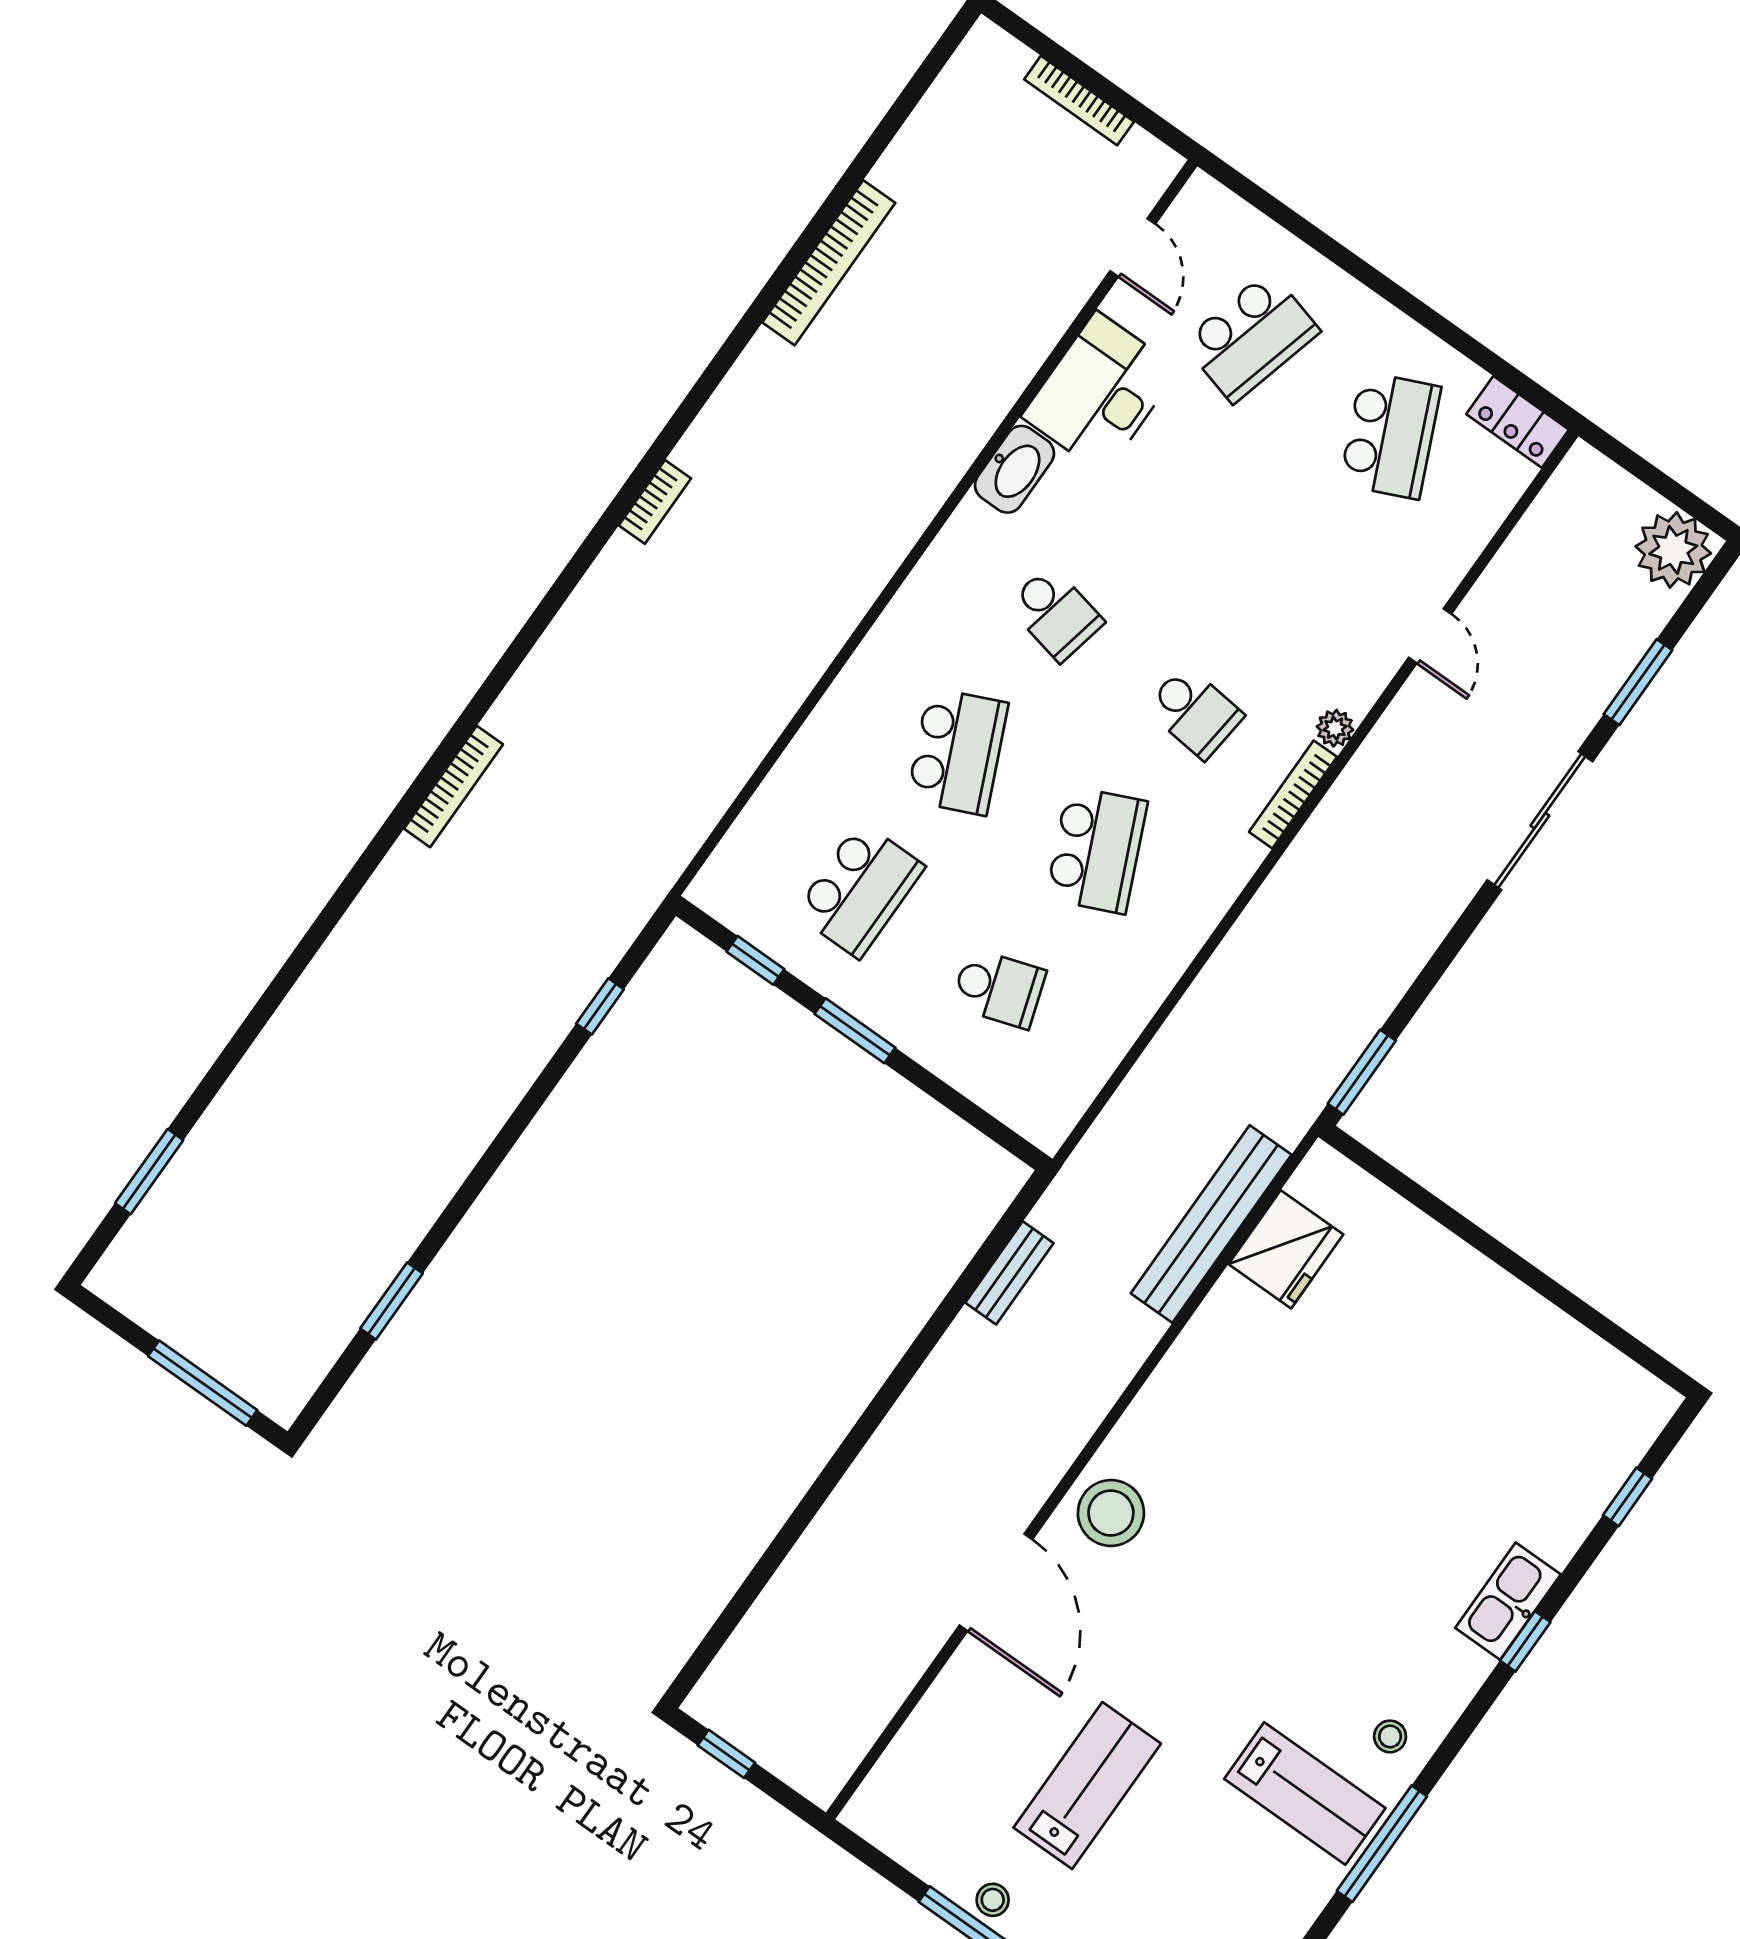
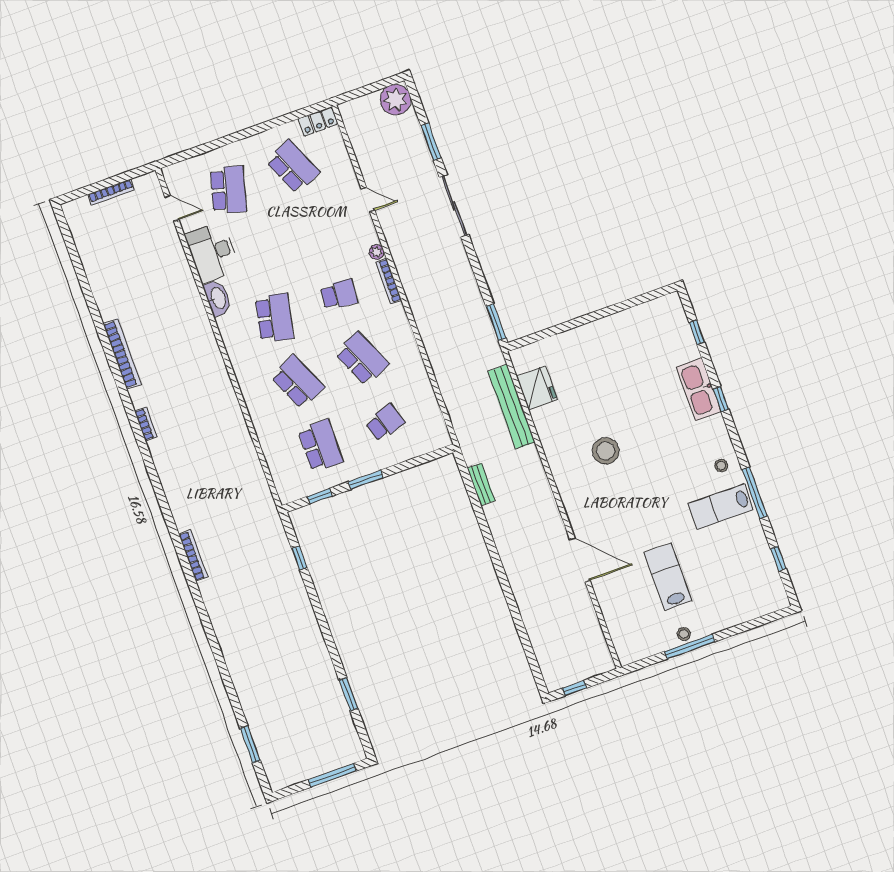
bookcase: (829, 263) -> (122, 354), moved
school desk: (1055, 613) -> (275, 318), width x1.85
stool: (1111, 1513) -> (606, 451), moved
kitchen sink: (1508, 1601) -> (699, 389), width x1.36, depth x1.24
lab bench: (1305, 1793) -> (720, 507), turned 180

